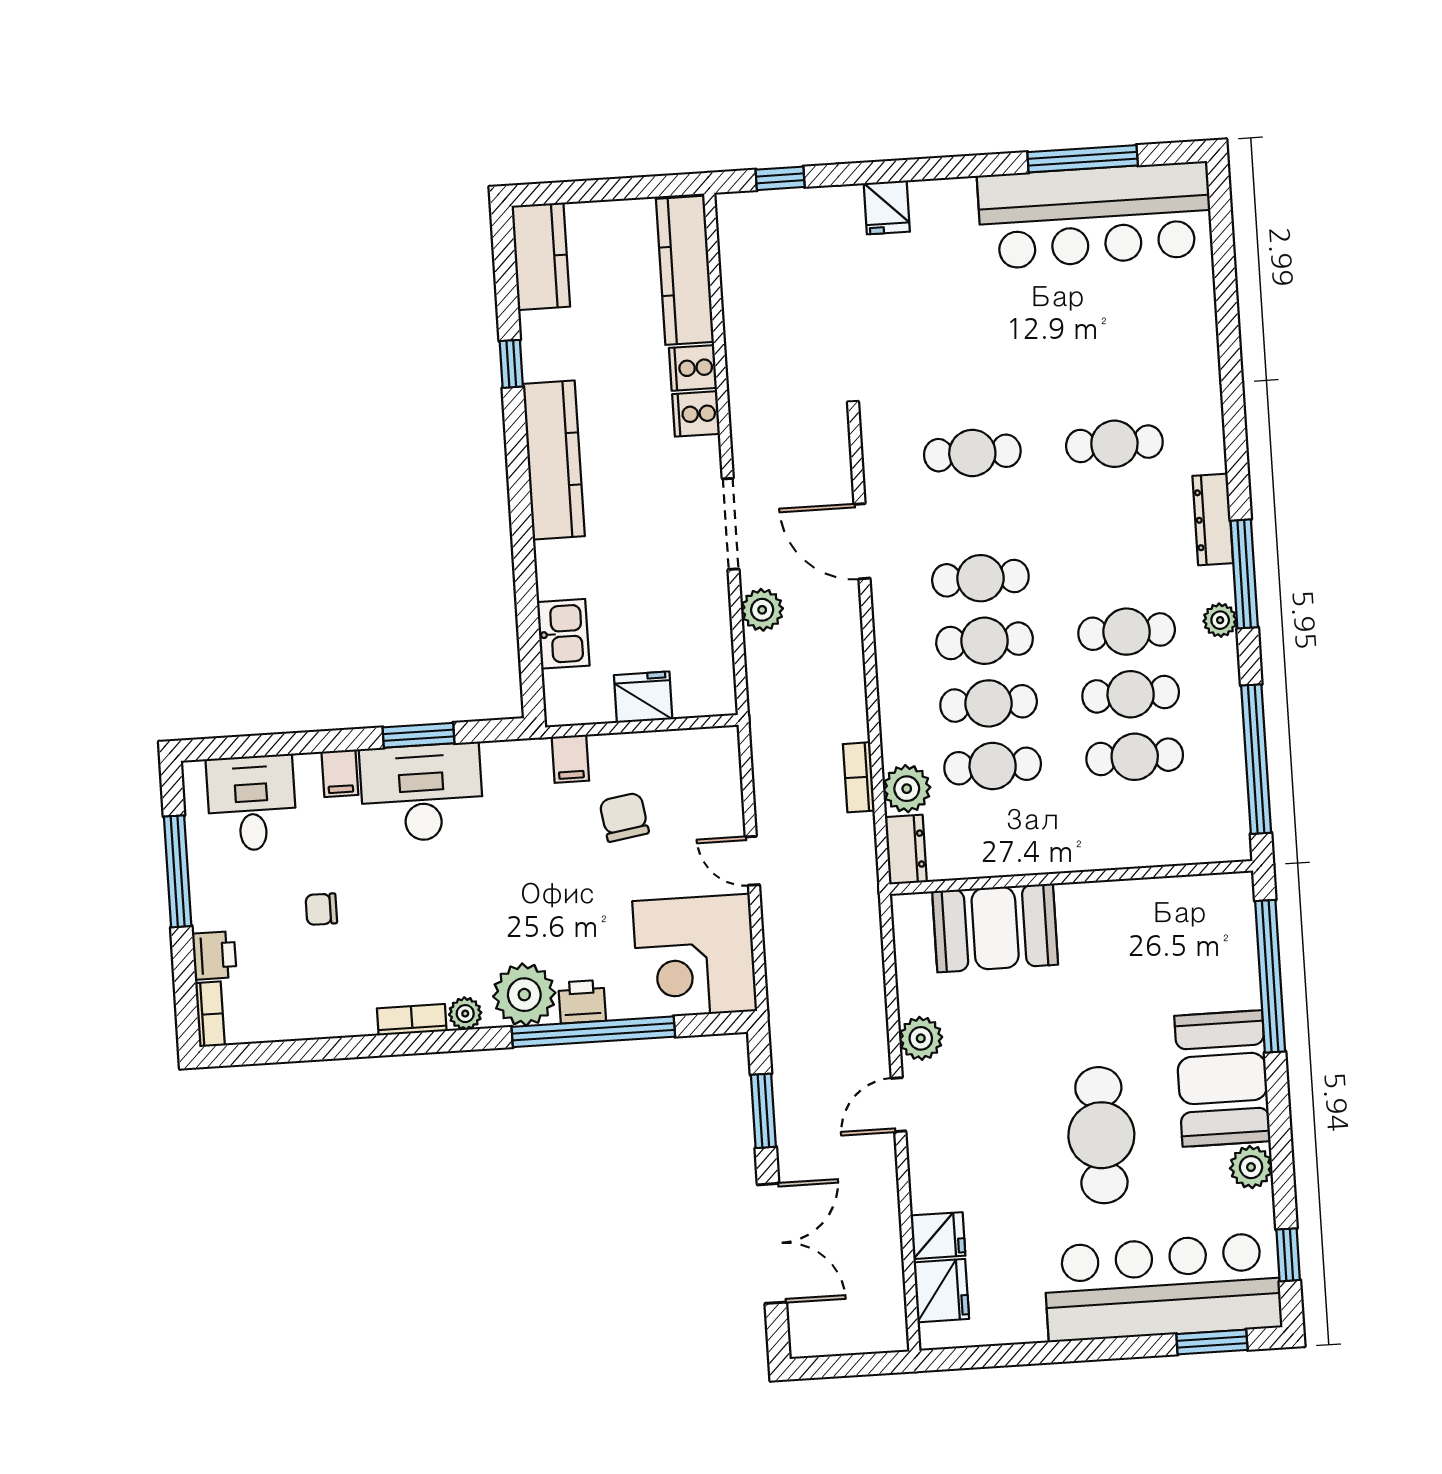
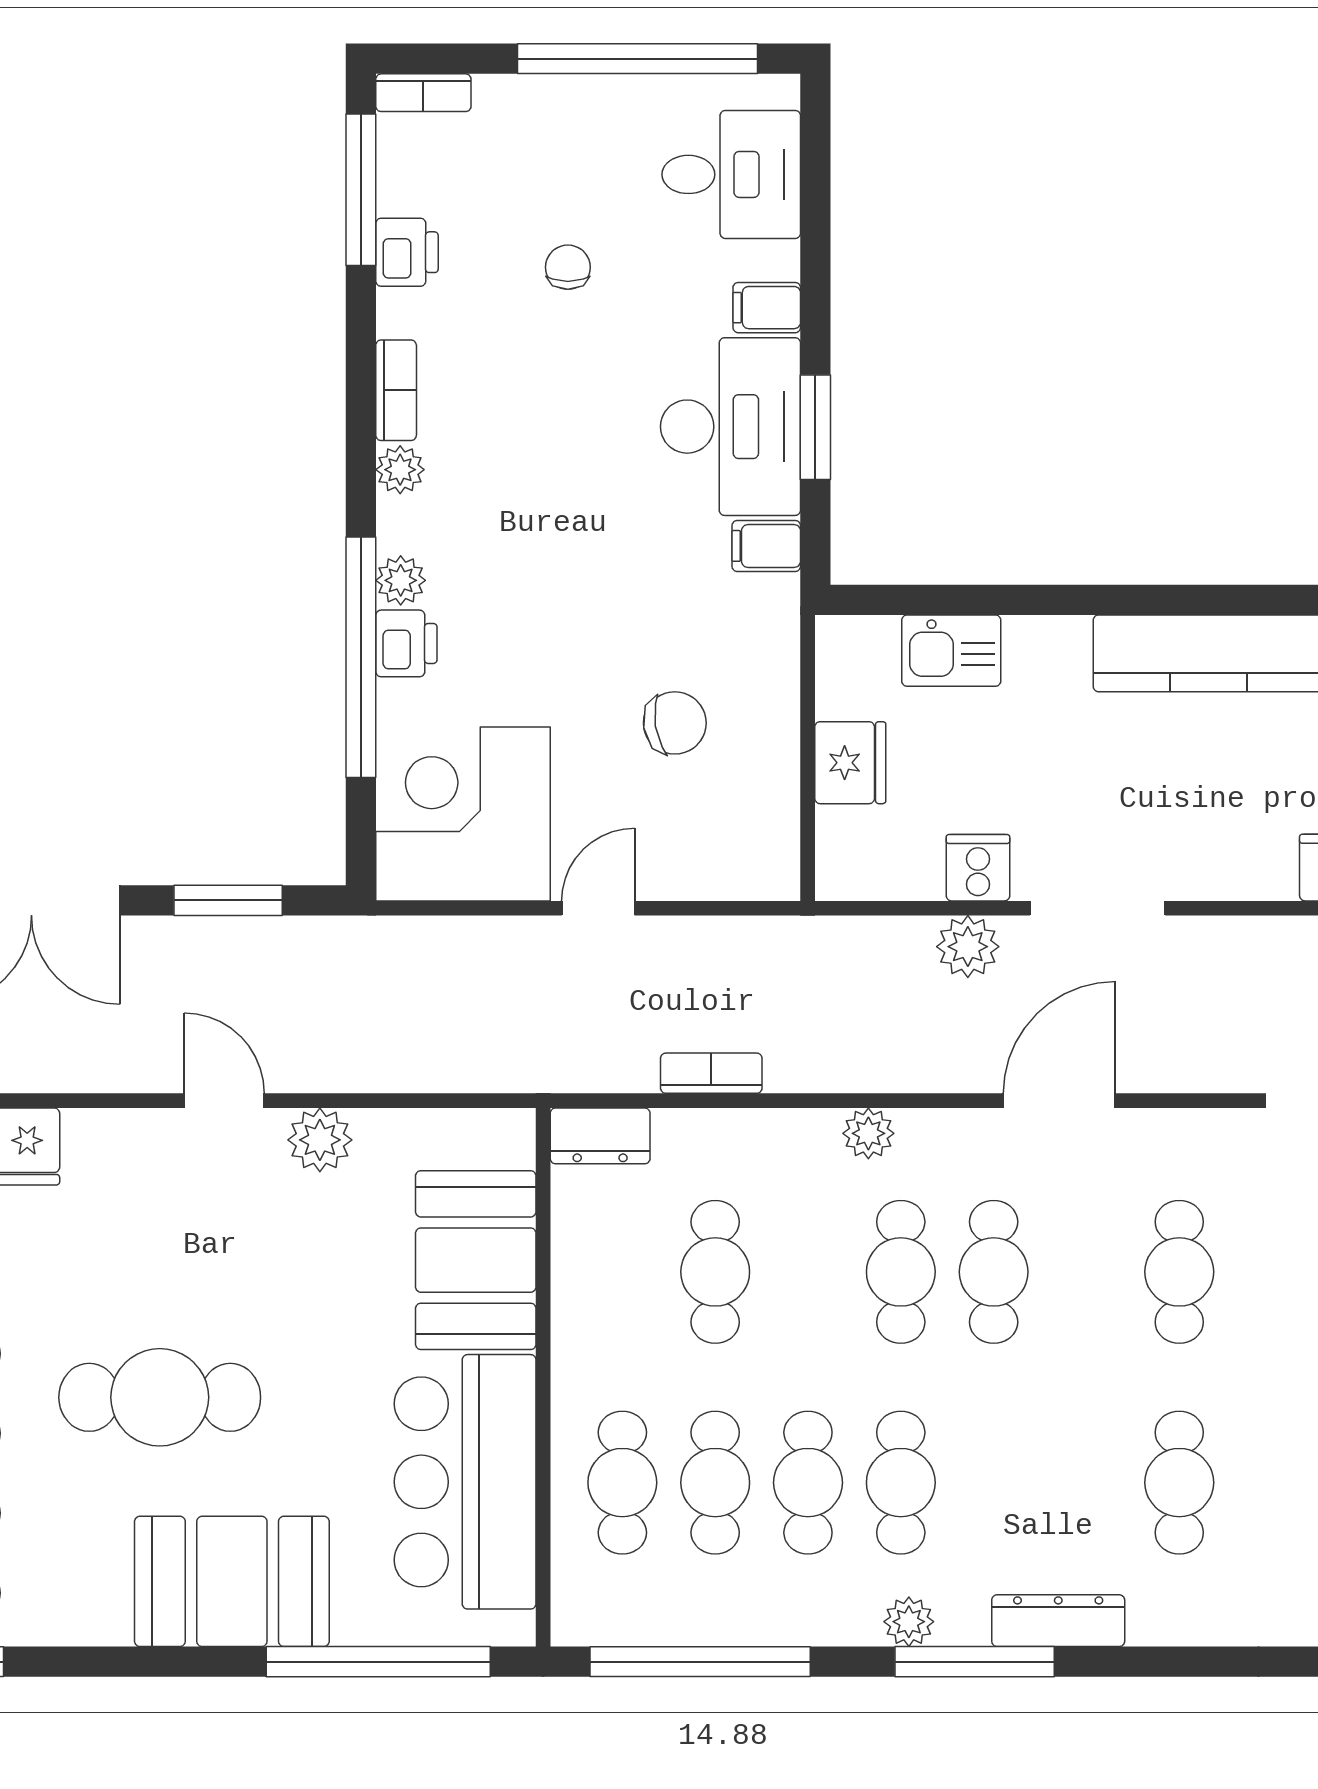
cooker: (696, 414) -> (978, 868), moved
cafe table: (989, 703) -> (622, 1483), moved
filing cabinet: (570, 759) -> (766, 546), moved
plant: (907, 789) -> (868, 1133), moved, width x0.73, depth x0.73
window: (178, 871) -> (638, 59), width x1.46
bar counter: (1145, 926) -> (465, 1482), added
printer: (214, 955) -> (407, 252), moved, turned -90
plant: (524, 995) -> (401, 580), width x0.53, depth x0.53
window: (278, 1052) -> (361, 190), added
plant: (1251, 1167) -> (98, 1615), removed

